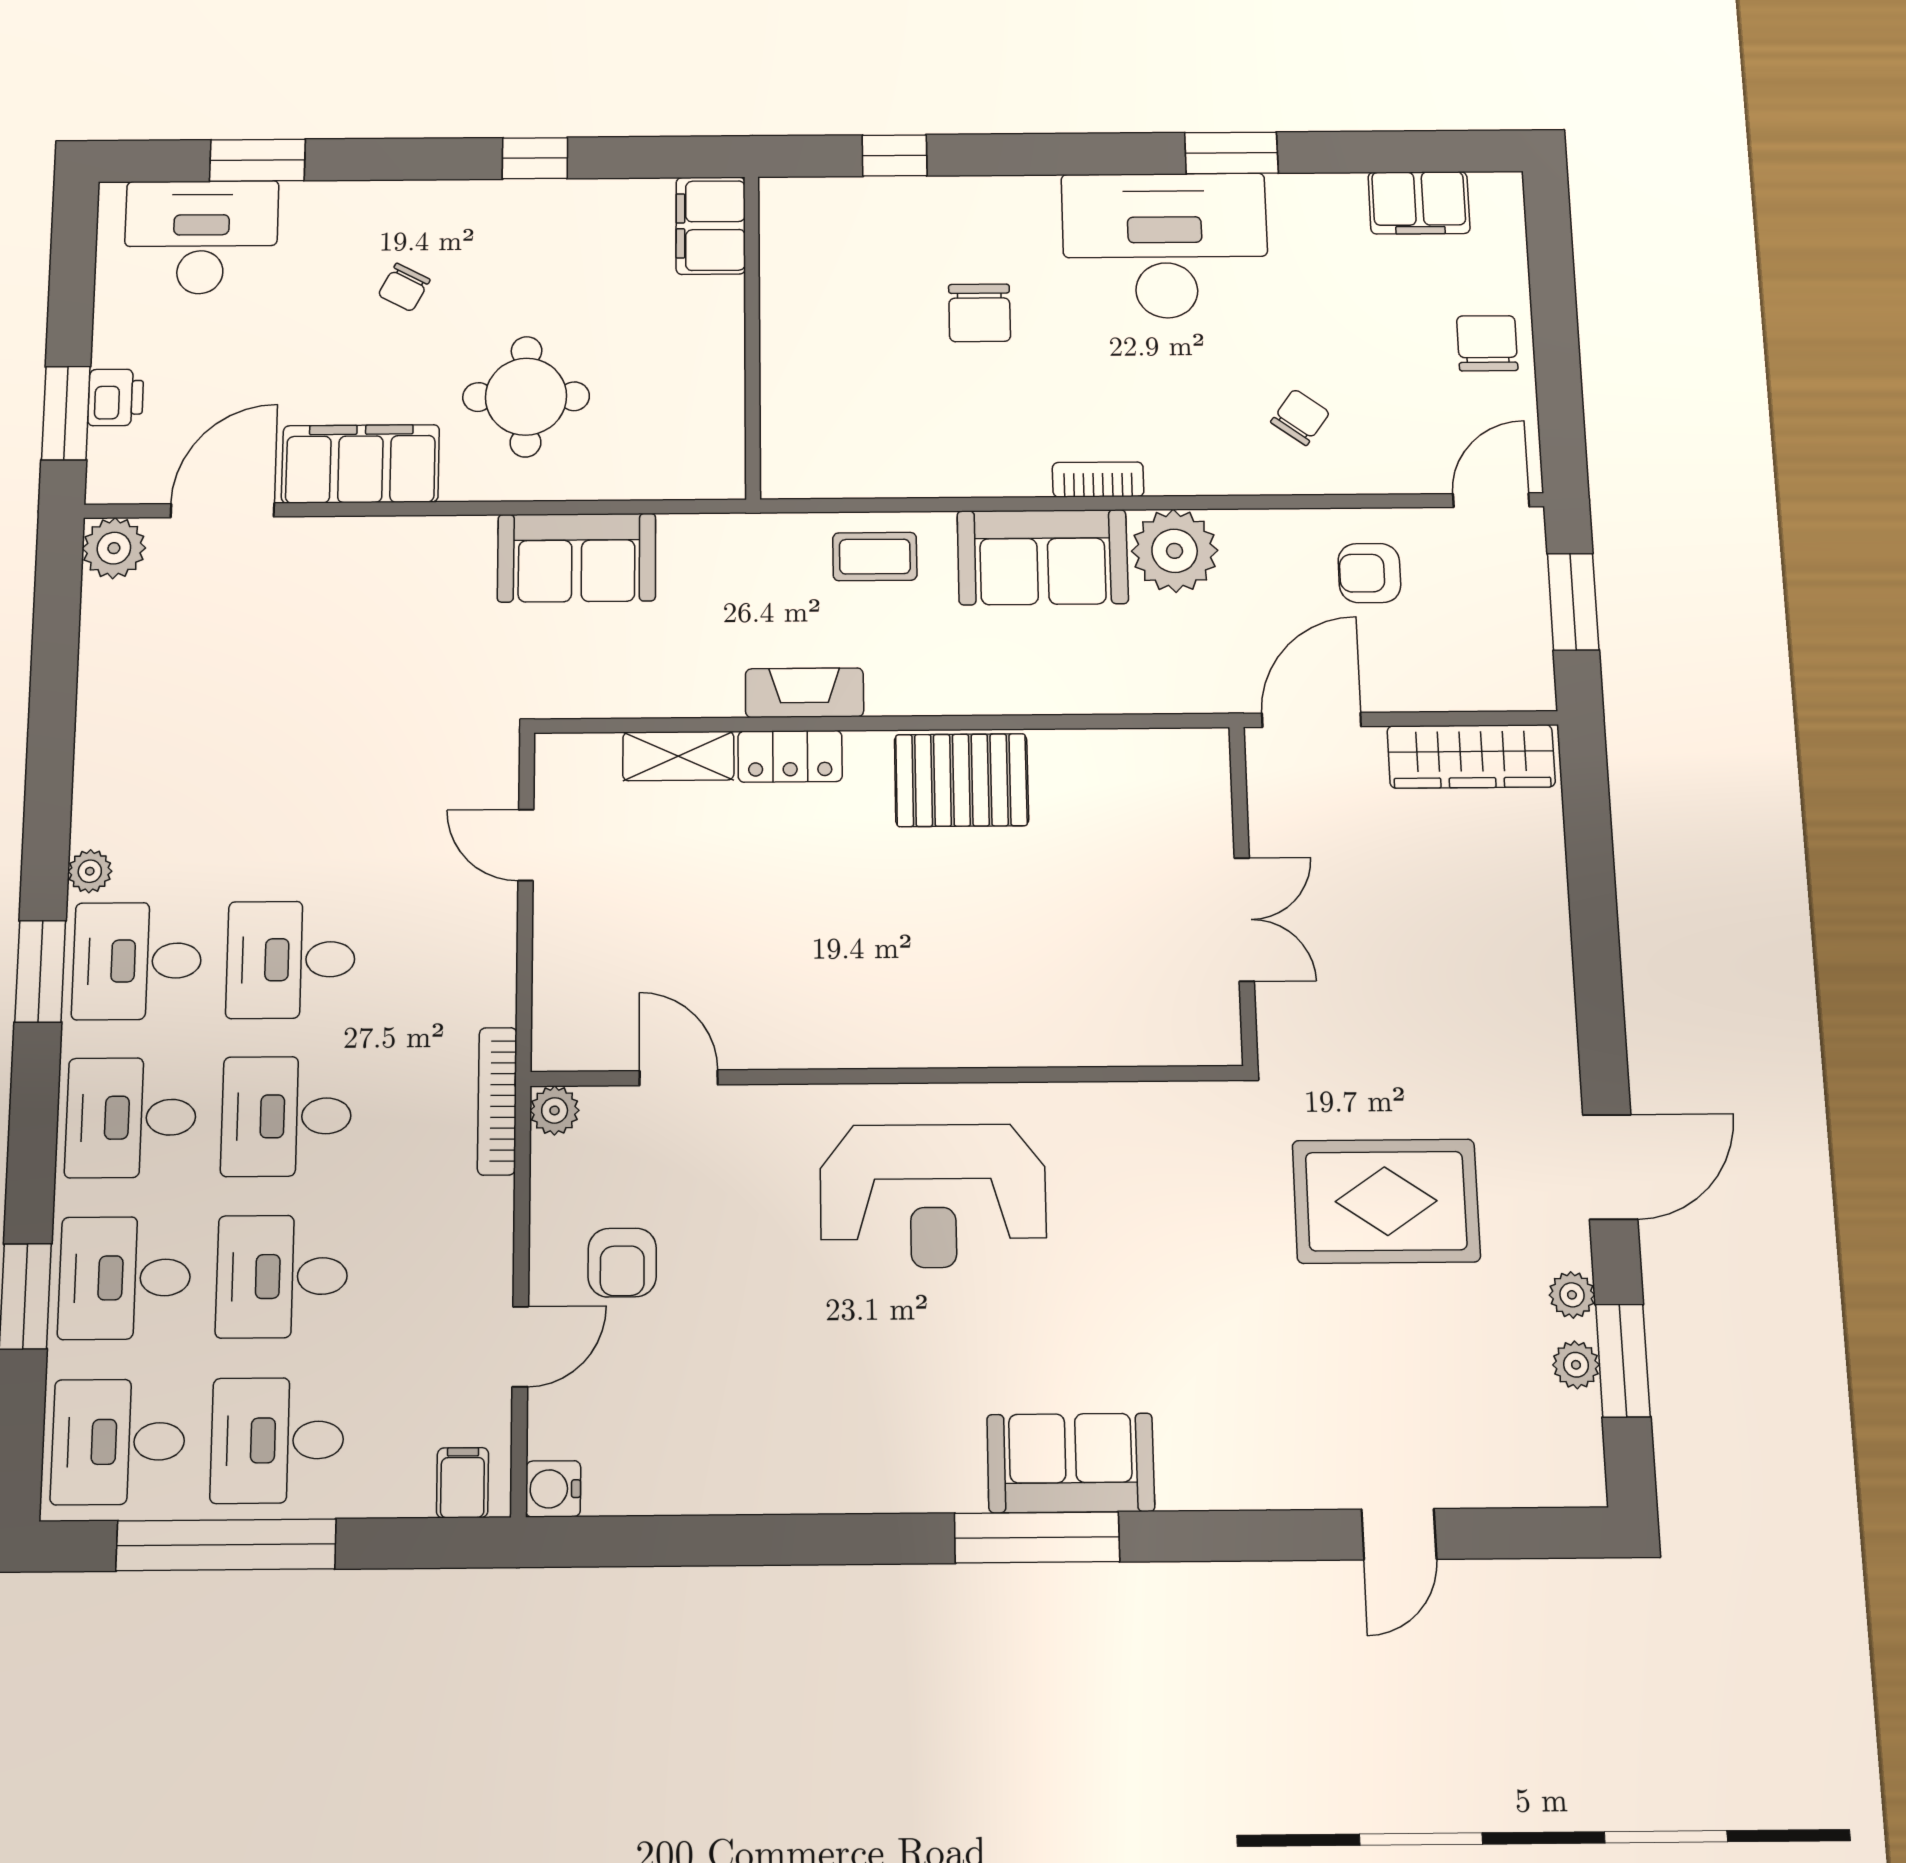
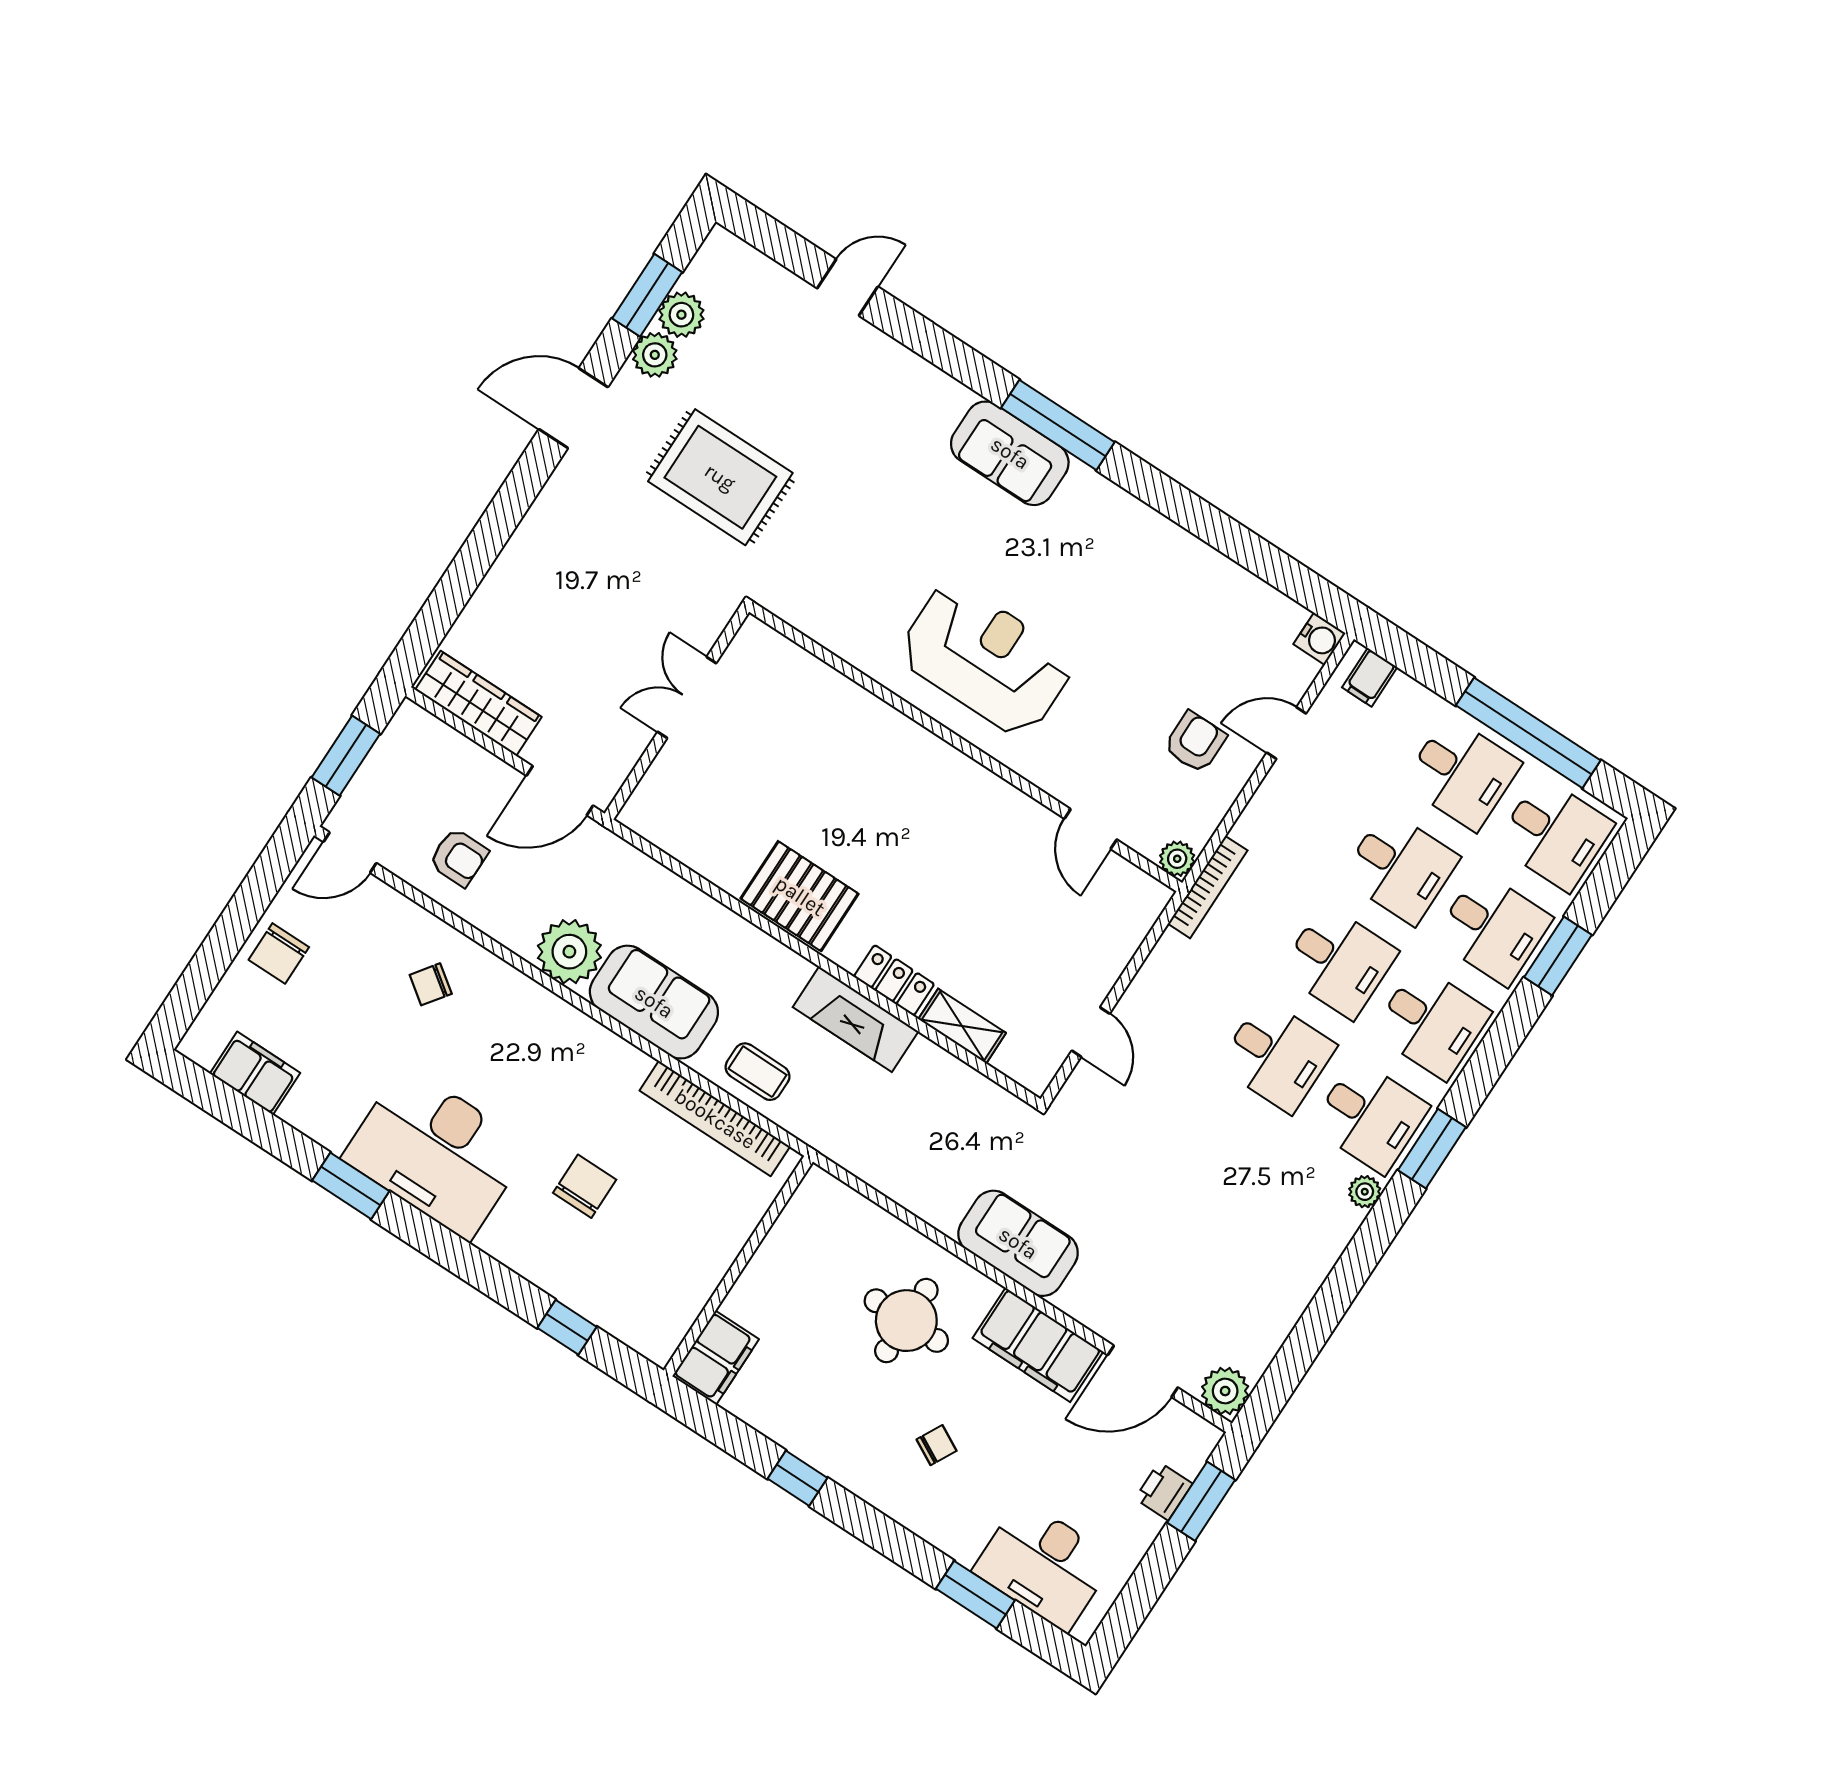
bookcase: (1098, 479) -> (715, 1119), moved, width x2.31, depth x1.31
sofa: (577, 558) -> (1018, 1243), moved
fireplace: (804, 693) -> (856, 1019), width x1.37, depth x1.32
plant: (1572, 1295) -> (655, 355), width x1.38, depth x1.38
plant: (1576, 1365) -> (681, 315), width x1.38, depth x1.38

